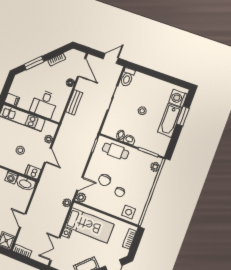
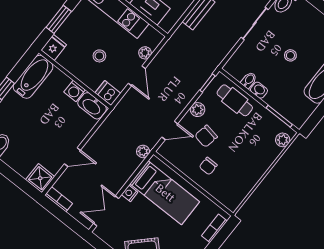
chair: (120, 192) -> (208, 166), moved
plant: (81, 197) -> (198, 110), moved
side table: (129, 212) -> (225, 191), removed
door: (23, 221) -> (72, 157), swing flipped

